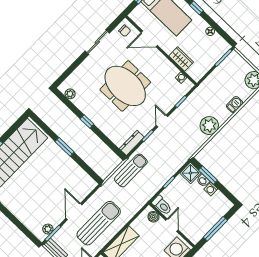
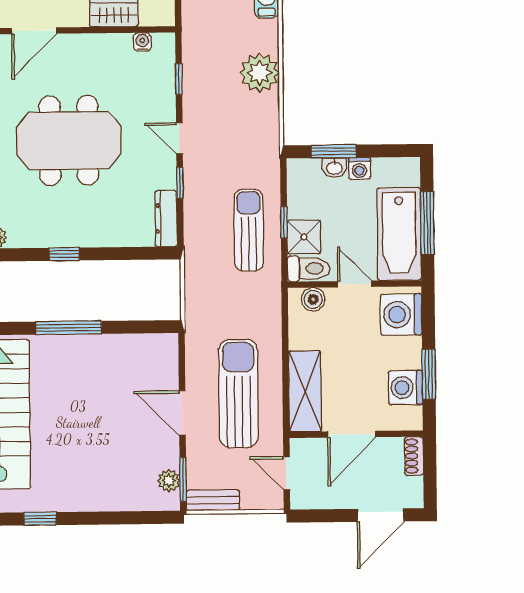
window: (65, 147) -> (69, 328), width x1.44
sun lounger: (131, 170) -> (249, 230), moved
shower: (190, 173) -> (304, 237), moved
bathtub: (203, 223) -> (399, 234), added

